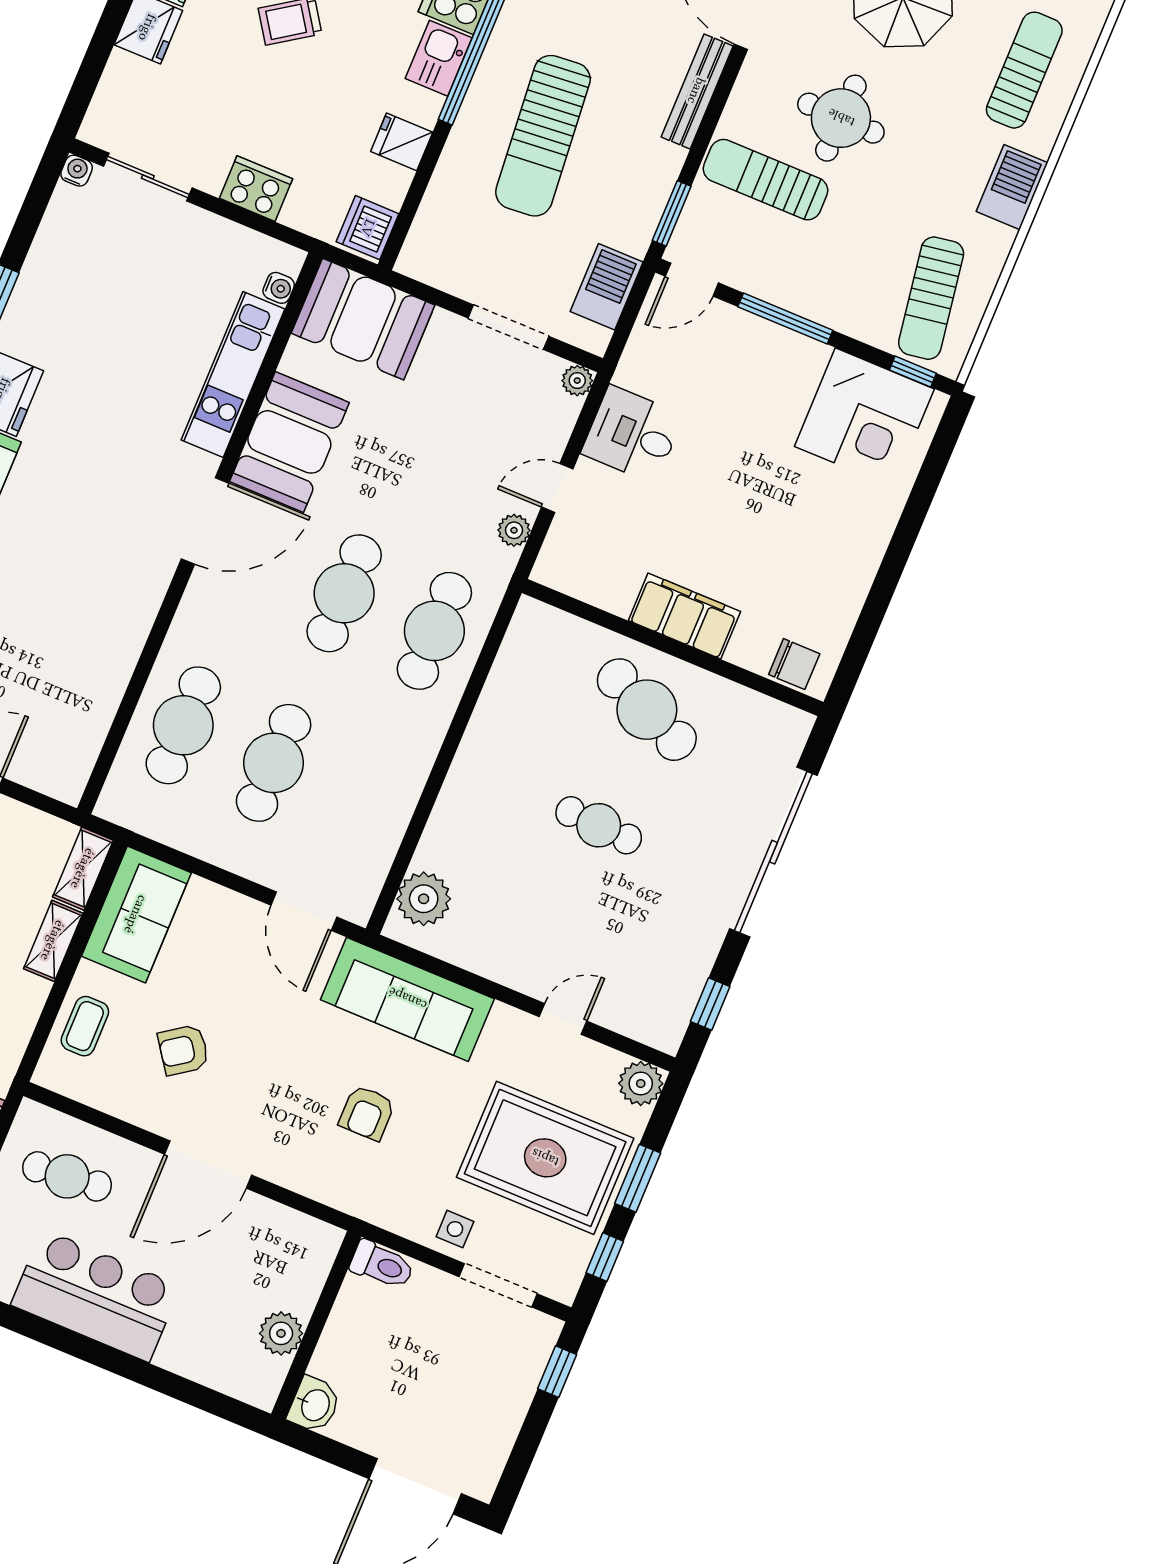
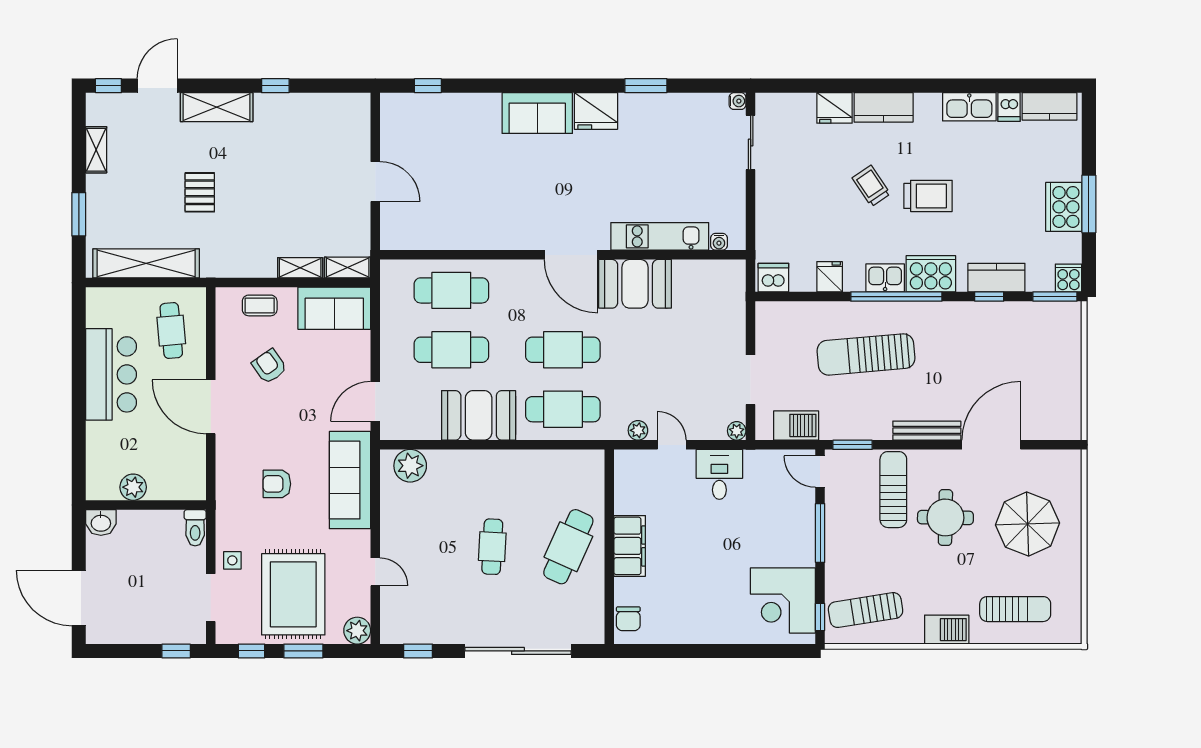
cooker: (256, 189) -> (769, 206), removed
booth: (363, 319) -> (479, 415), moved, turned 90

